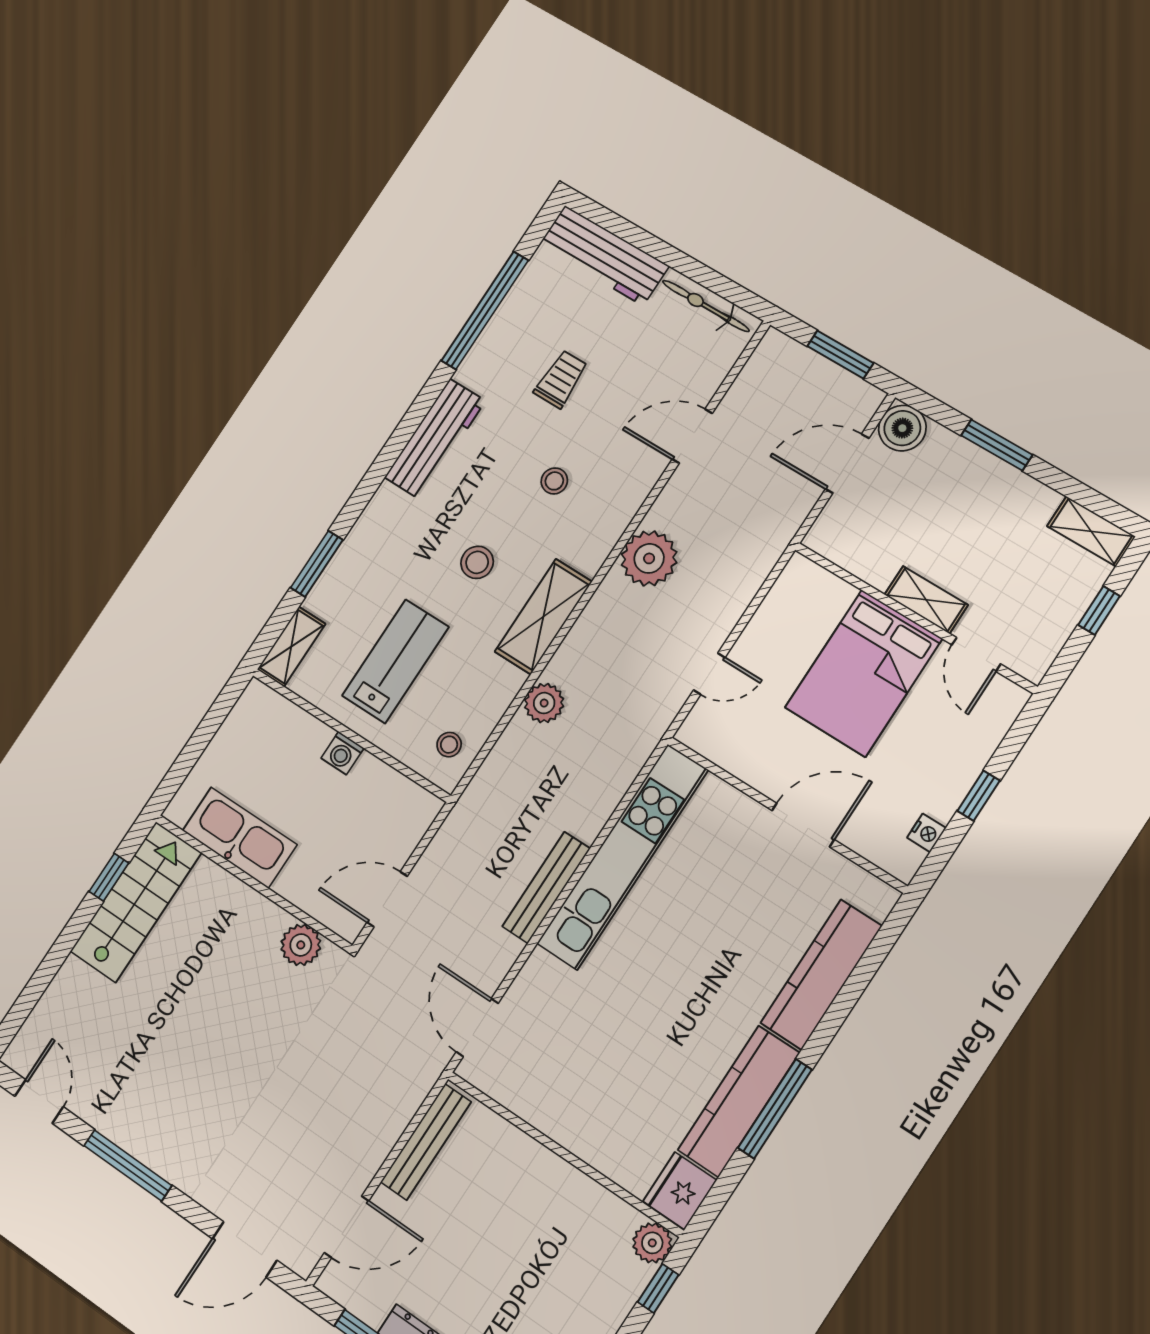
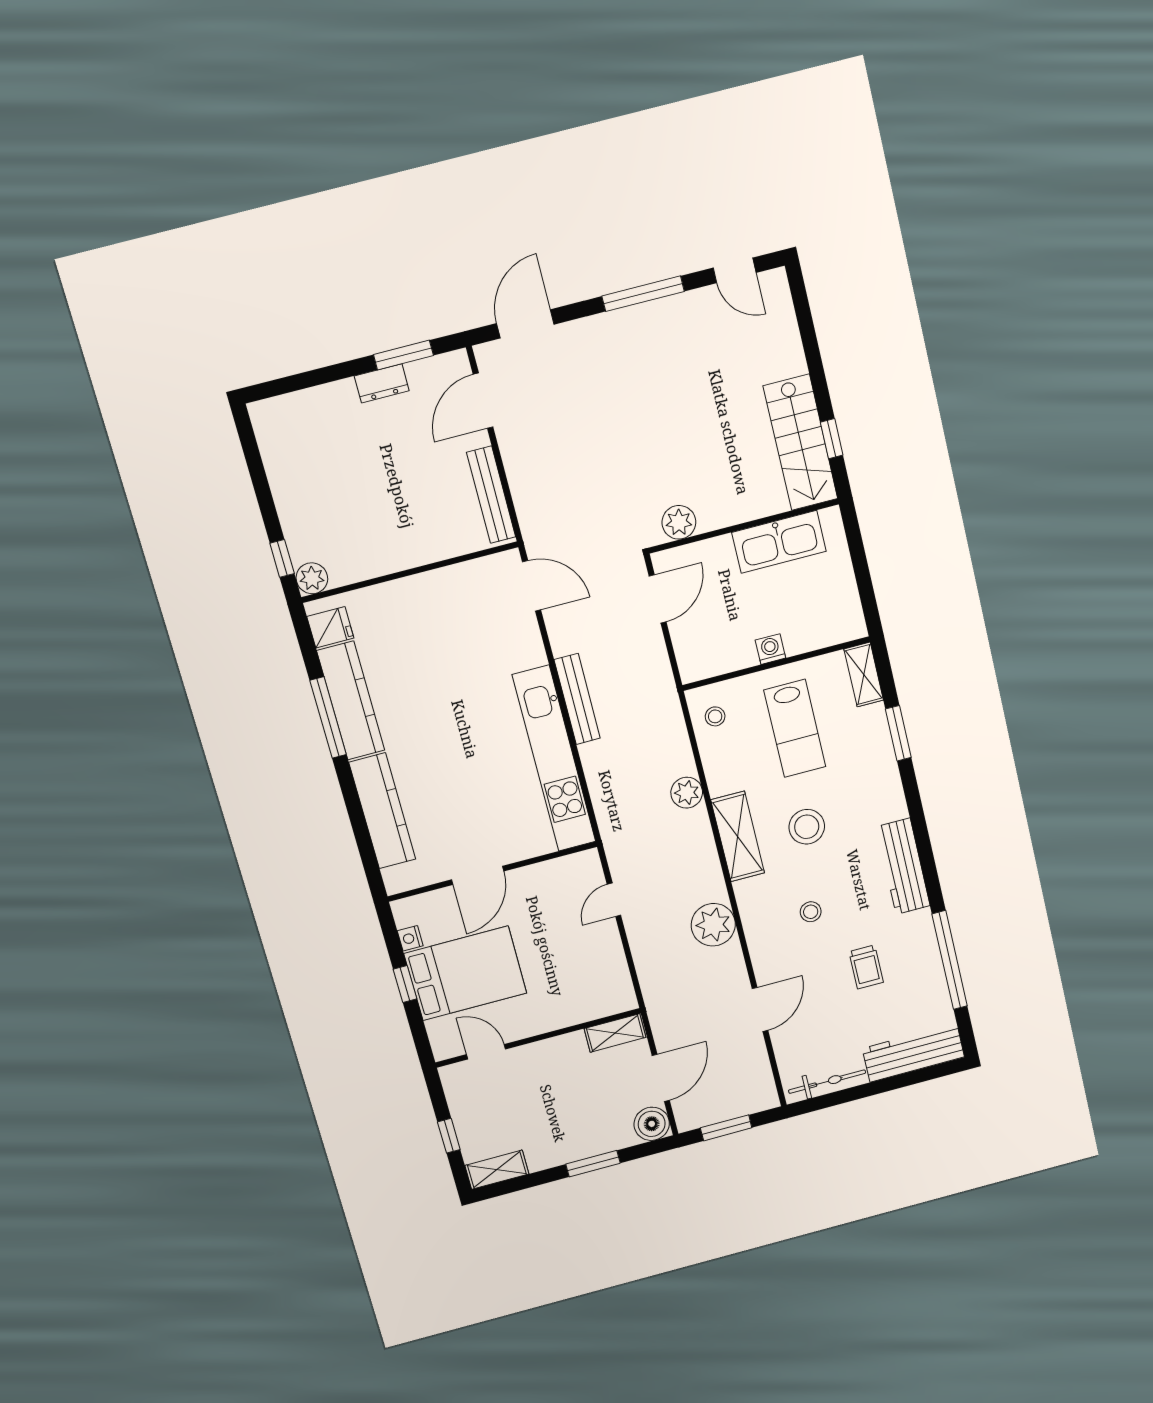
stool: (477, 562) -> (807, 827), width x1.38, depth x1.38
shelving: (926, 600) -> (615, 1033), moved
bed: (864, 673) -> (466, 973), moved, turned 90
fridge: (680, 1191) -> (330, 627), width x0.72

